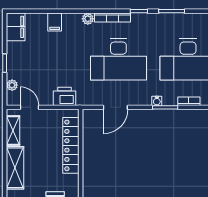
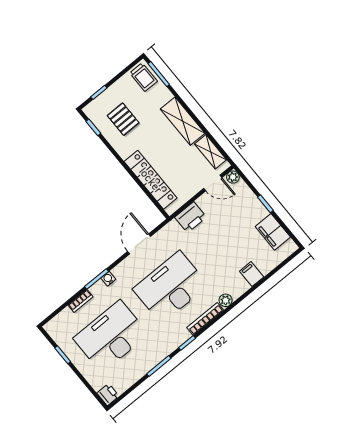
filing cabinet: (16, 27) -> (273, 232), moved
plant: (12, 85) -> (233, 177), moved

